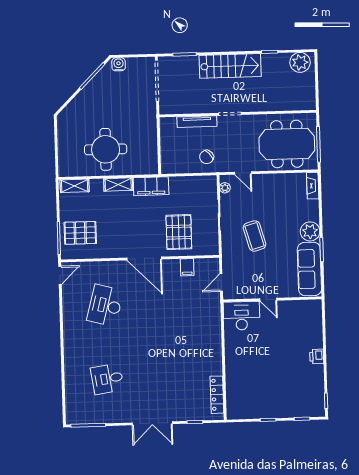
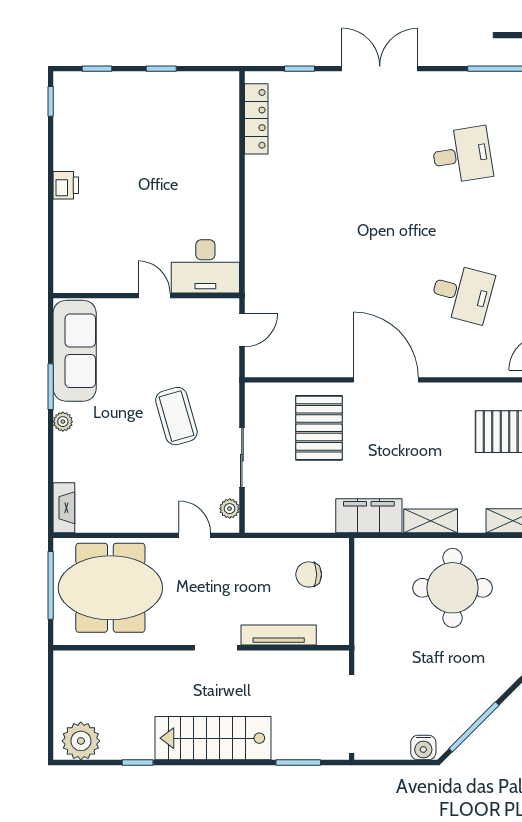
chair: (207, 157) -> (309, 574), moved, turned -138
plant: (310, 231) -> (63, 422), width x0.53, depth x0.53
filing cabinet: (187, 267) -> (305, 361), removed
desk: (105, 305) -> (462, 293), width x0.73

